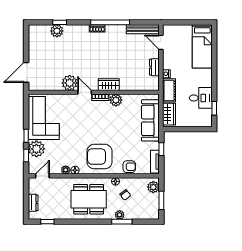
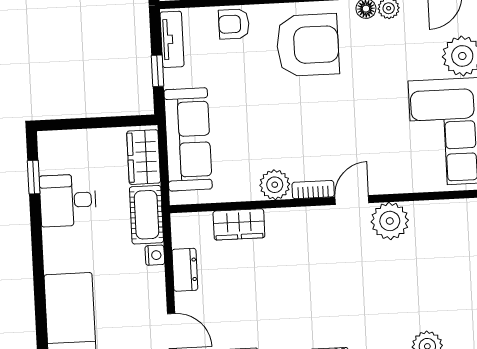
wardrobe: (109, 85) -> (239, 224), moved
door: (85, 92) -> (352, 200), swing flipped

